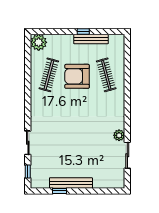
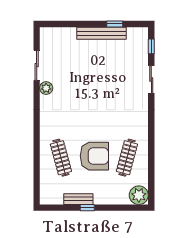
bench: (91, 39) -> (78, 199), width x0.73

